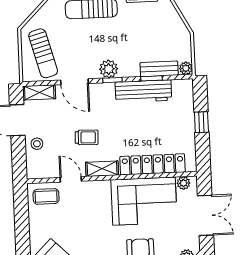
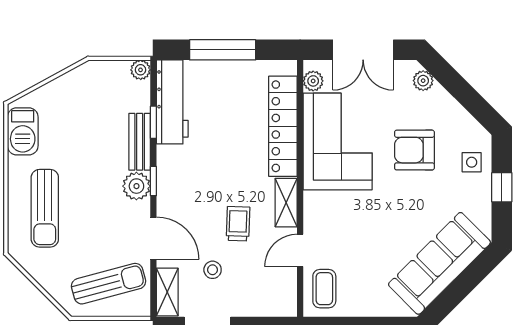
bench: (159, 69) -> (140, 142), moved
door: (75, 82) -> (153, 238), hinge flipped
workbench: (143, 91) -> (172, 102), moved
window: (201, 122) -> (223, 50), width x2.17
stool: (37, 144) -> (213, 270), moved
double door: (206, 215) -> (363, 50), swing flipped

